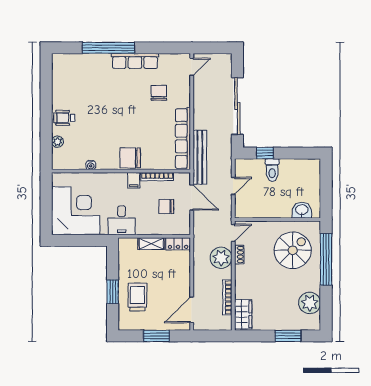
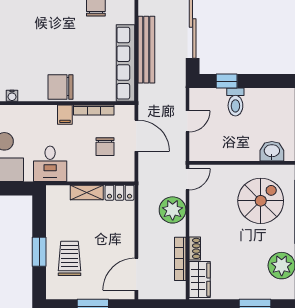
bench: (200, 157) -> (146, 50), moved
chair: (166, 206) -> (105, 147), turned -90
shoe rack: (239, 255) -> (195, 248), moved

